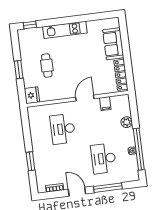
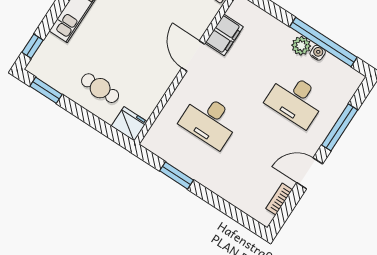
cafe table: (47, 66) -> (100, 88), moved
window: (19, 70) -> (46, 90), moved
filing cabinet: (105, 104) -> (224, 35), width x2.00
plant: (127, 122) -> (301, 46), moved
window: (30, 161) -> (177, 175), moved

